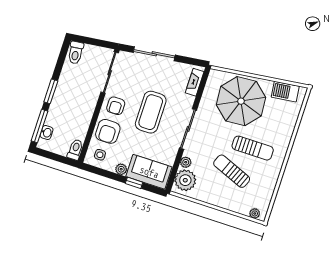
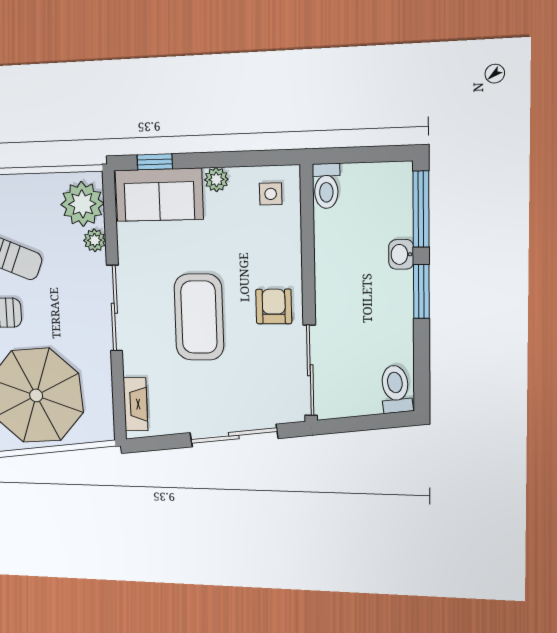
armchair: (108, 131) -> (271, 248), removed
washbasin: (47, 132) -> (401, 254), moved
window: (134, 183) -> (155, 162), moved

